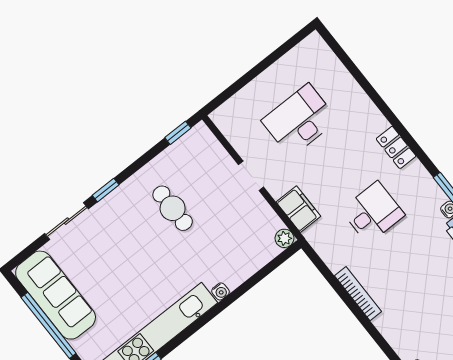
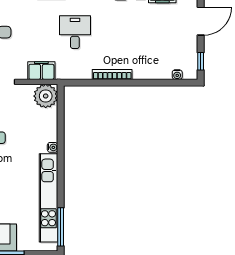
plant: (284, 238) -> (46, 96), width x1.88, depth x1.88

